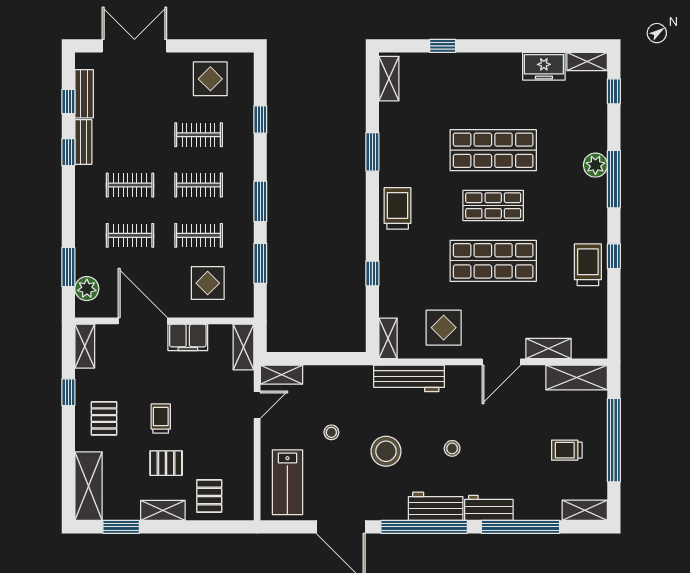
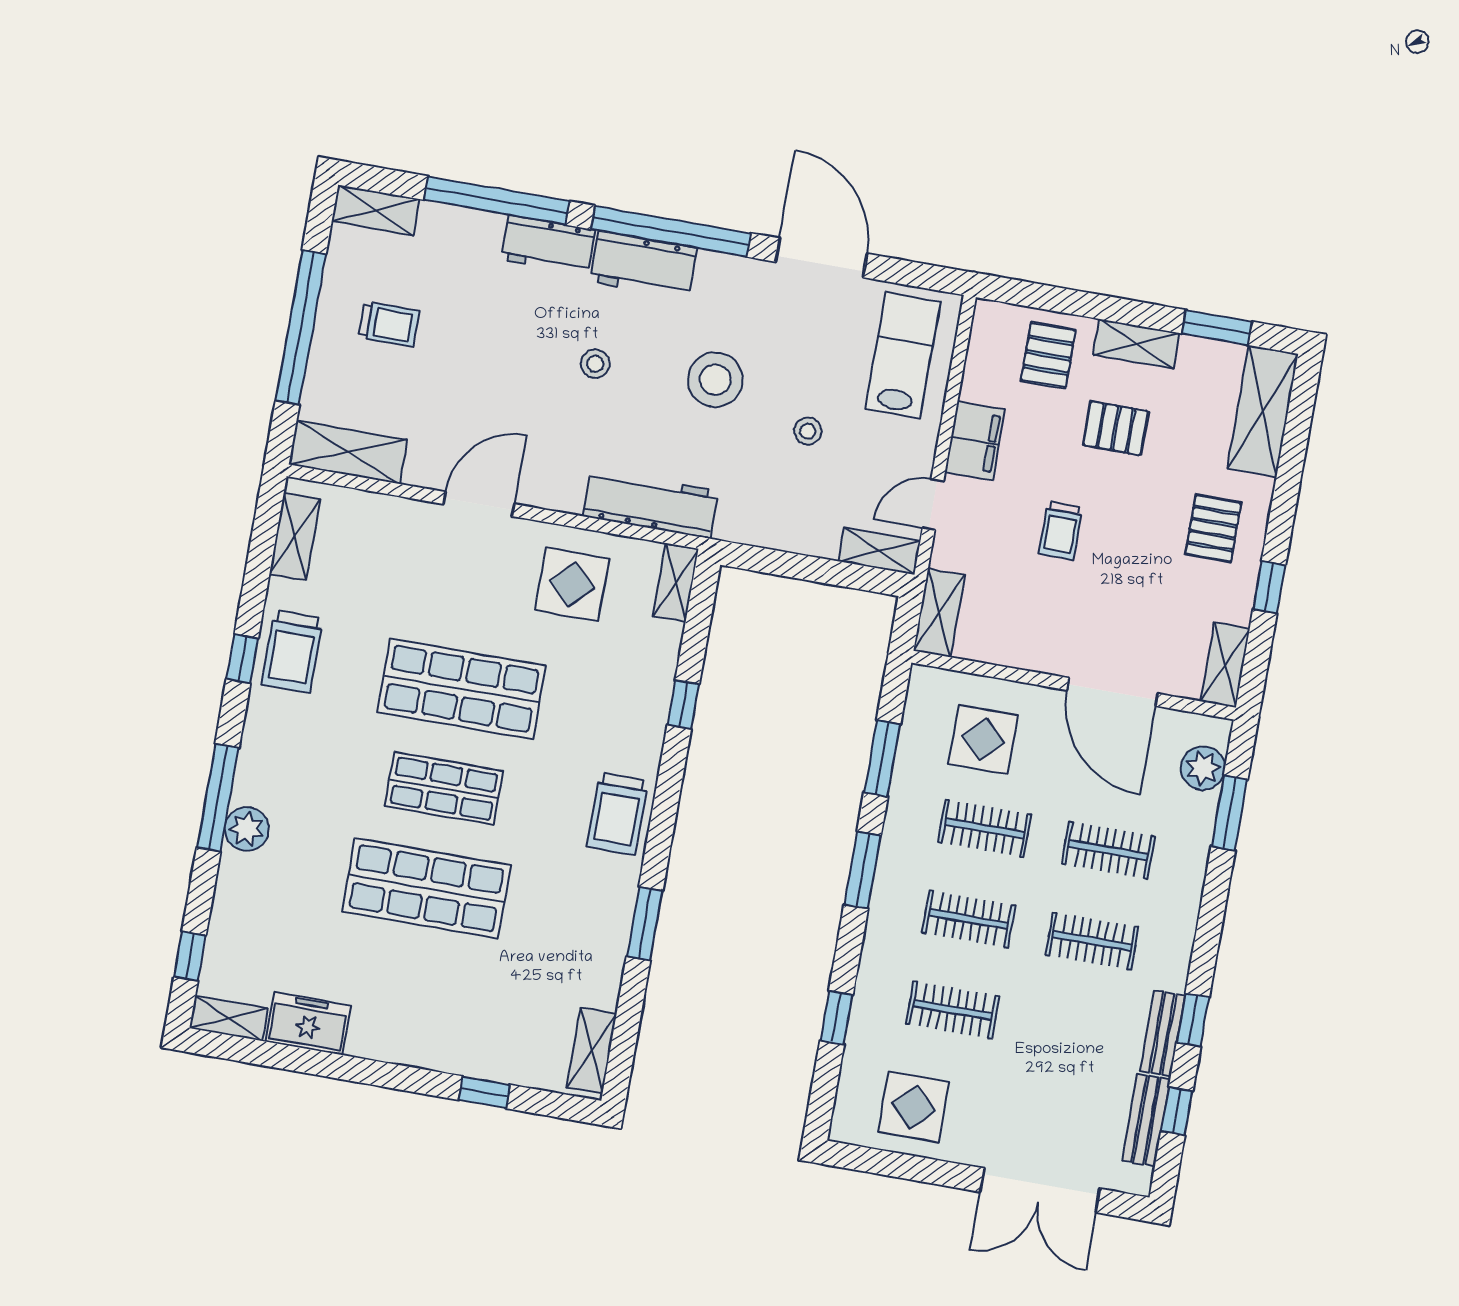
filing cabinet: (188, 337) -> (975, 441), moved, turned 90
shelving: (549, 349) -> (295, 537), moved, turned 90
trolley: (161, 419) -> (1061, 531), moved

